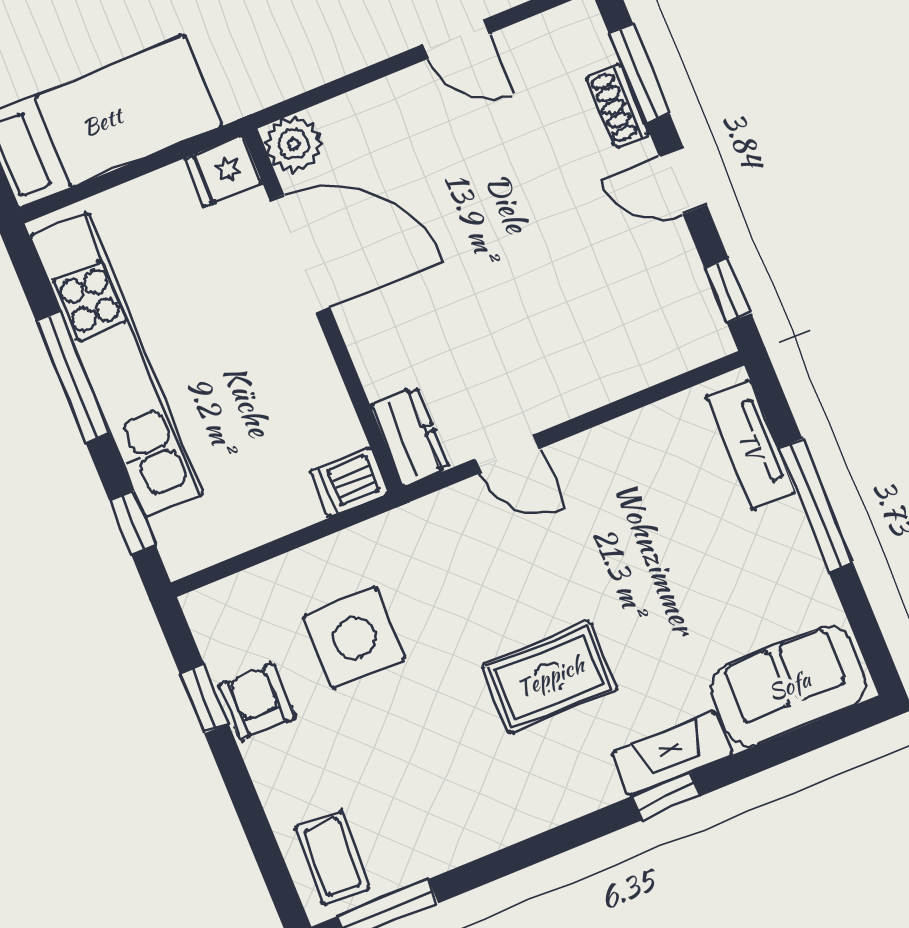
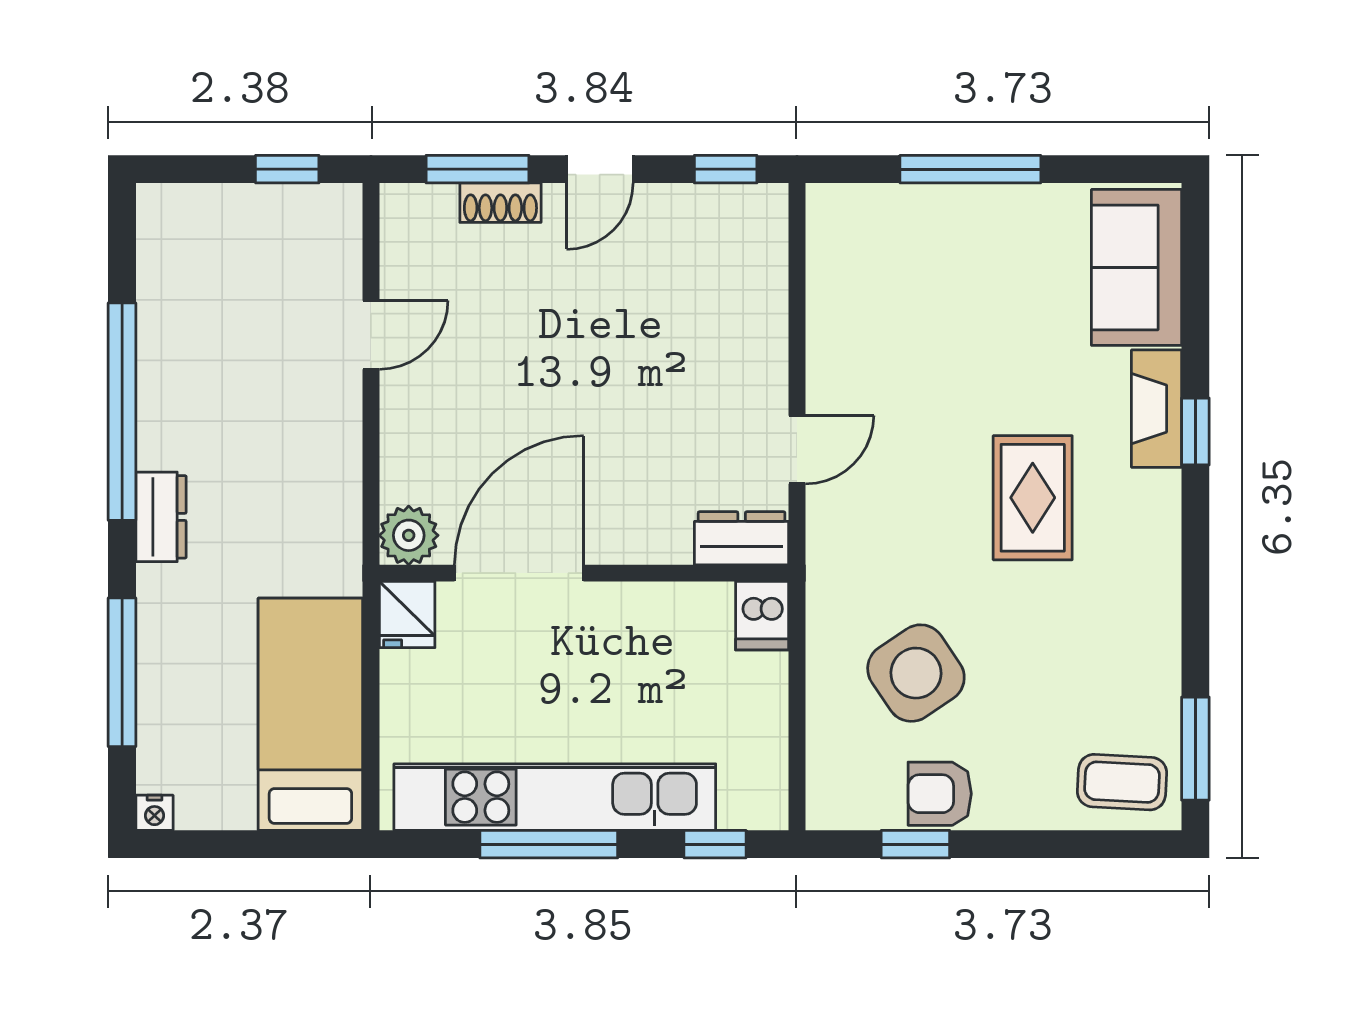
tv unit: (751, 445) -> (885, 208), removed
side table: (354, 638) -> (916, 673), turned -34

